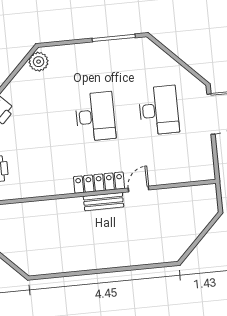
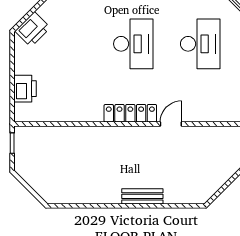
bench: (103, 202) -> (142, 196), moved

